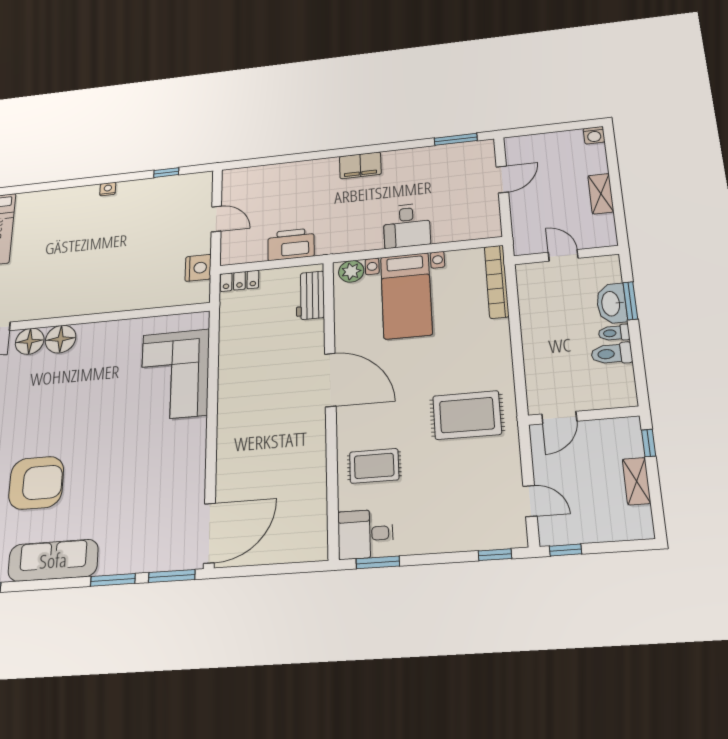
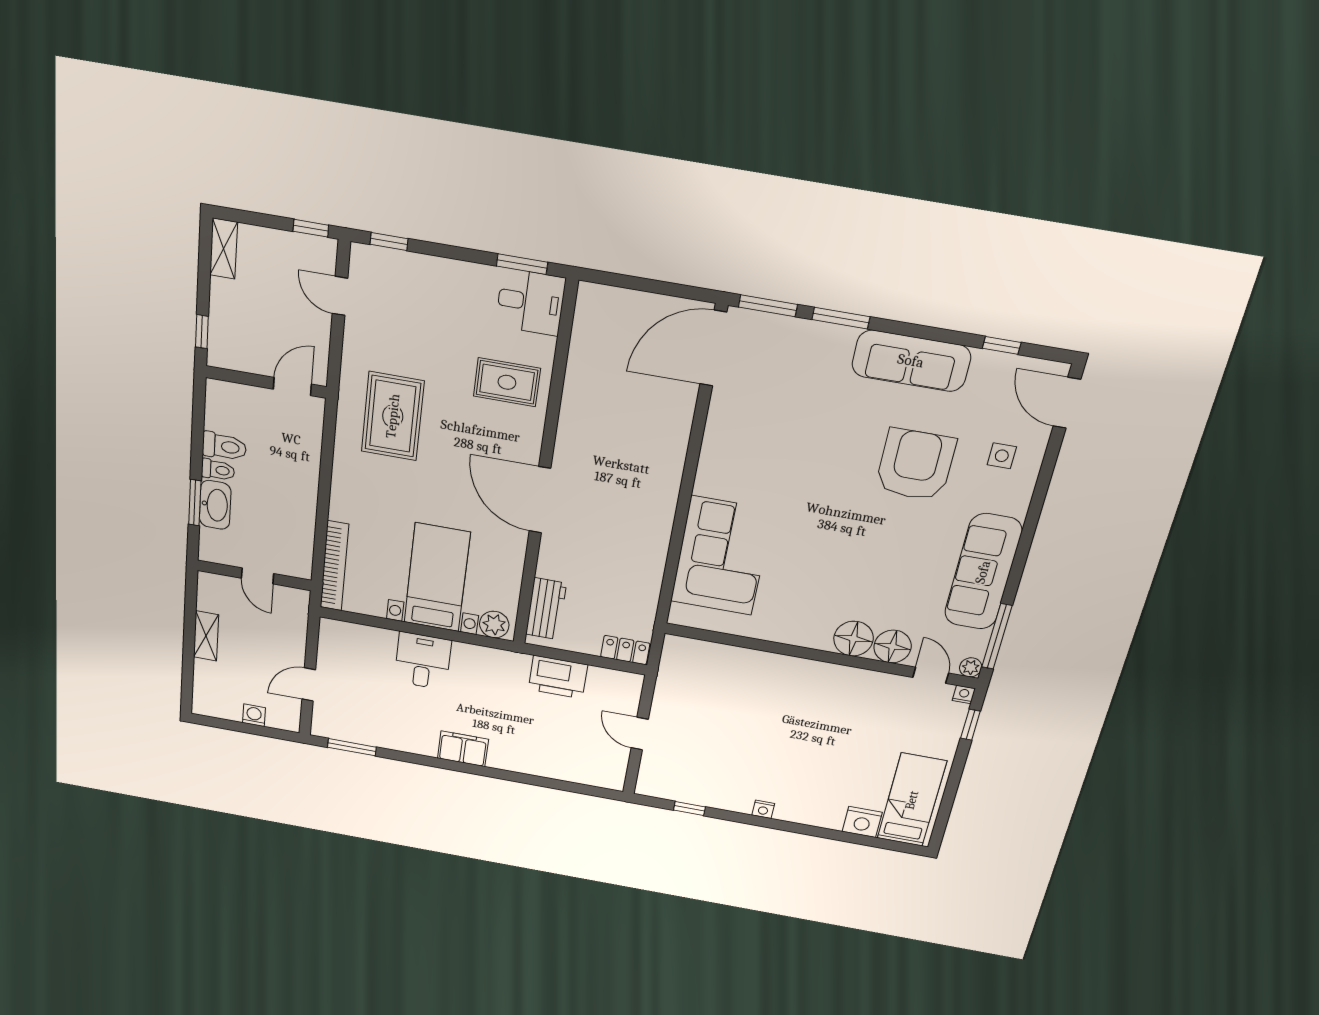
washing machine: (594, 135) -> (254, 715), moved
nightstand: (198, 268) -> (862, 822), moved, turned -90
rug: (467, 415) -> (393, 416), turned 90
shelving: (636, 481) -> (224, 249), moved
armchair: (36, 483) -> (915, 465), turned 90

